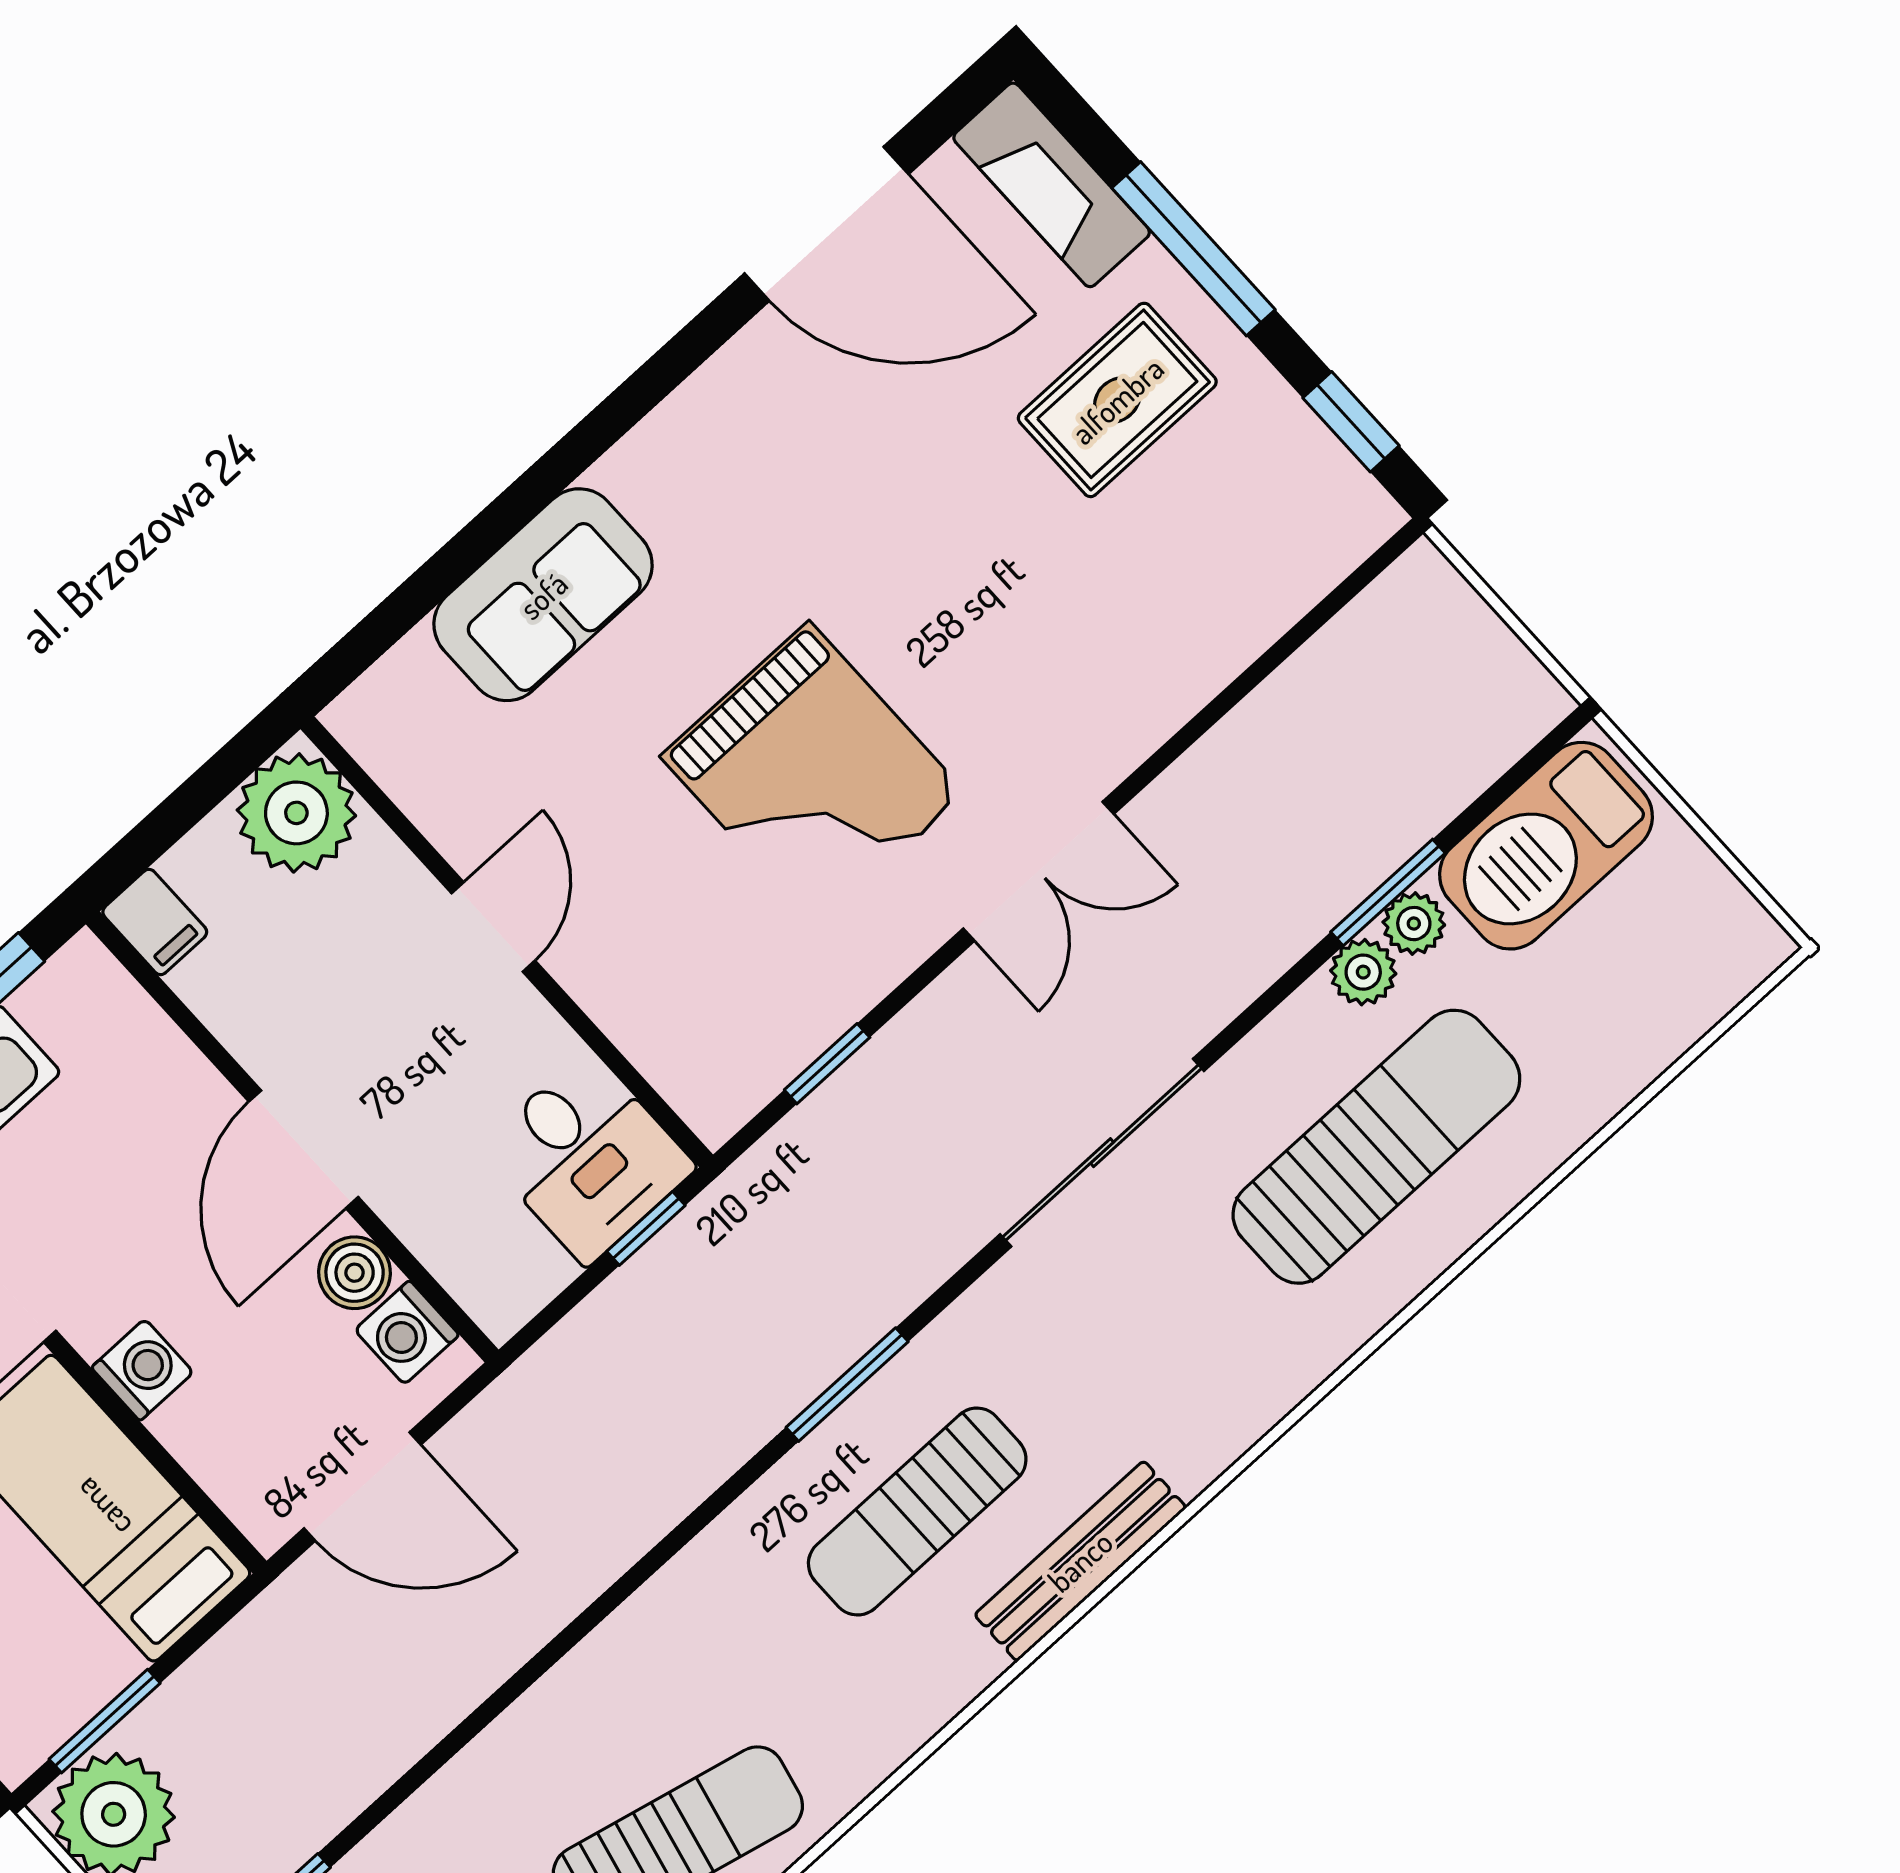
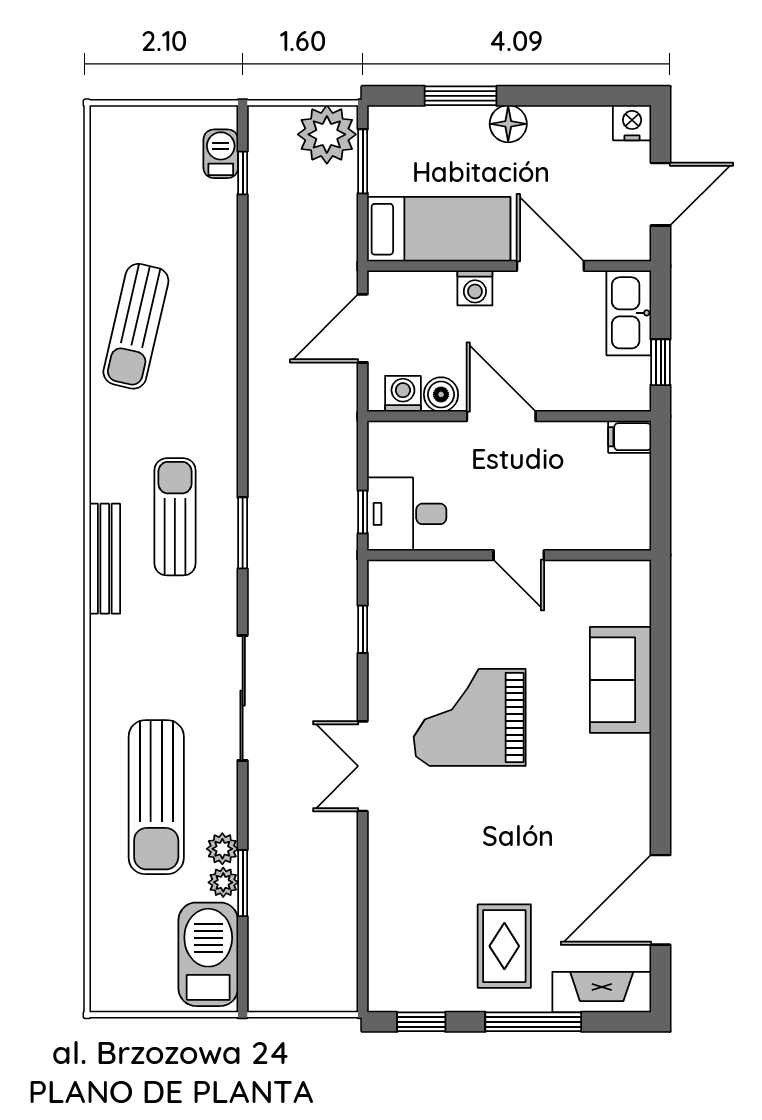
plant: (296, 813) -> (623, 522), removed

